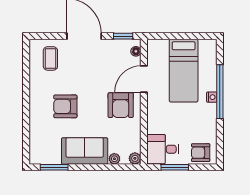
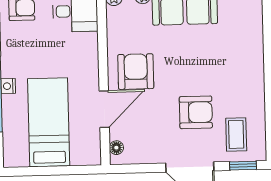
window: (123, 36) -> (243, 166), moved
armchair: (65, 106) -> (196, 112), moved

